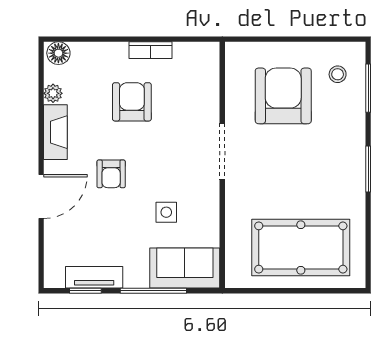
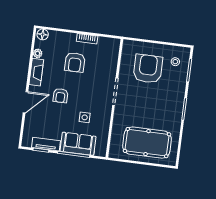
armchair: (132, 102) -> (75, 62), turned 180
sofa: (185, 268) -> (78, 144), moved

